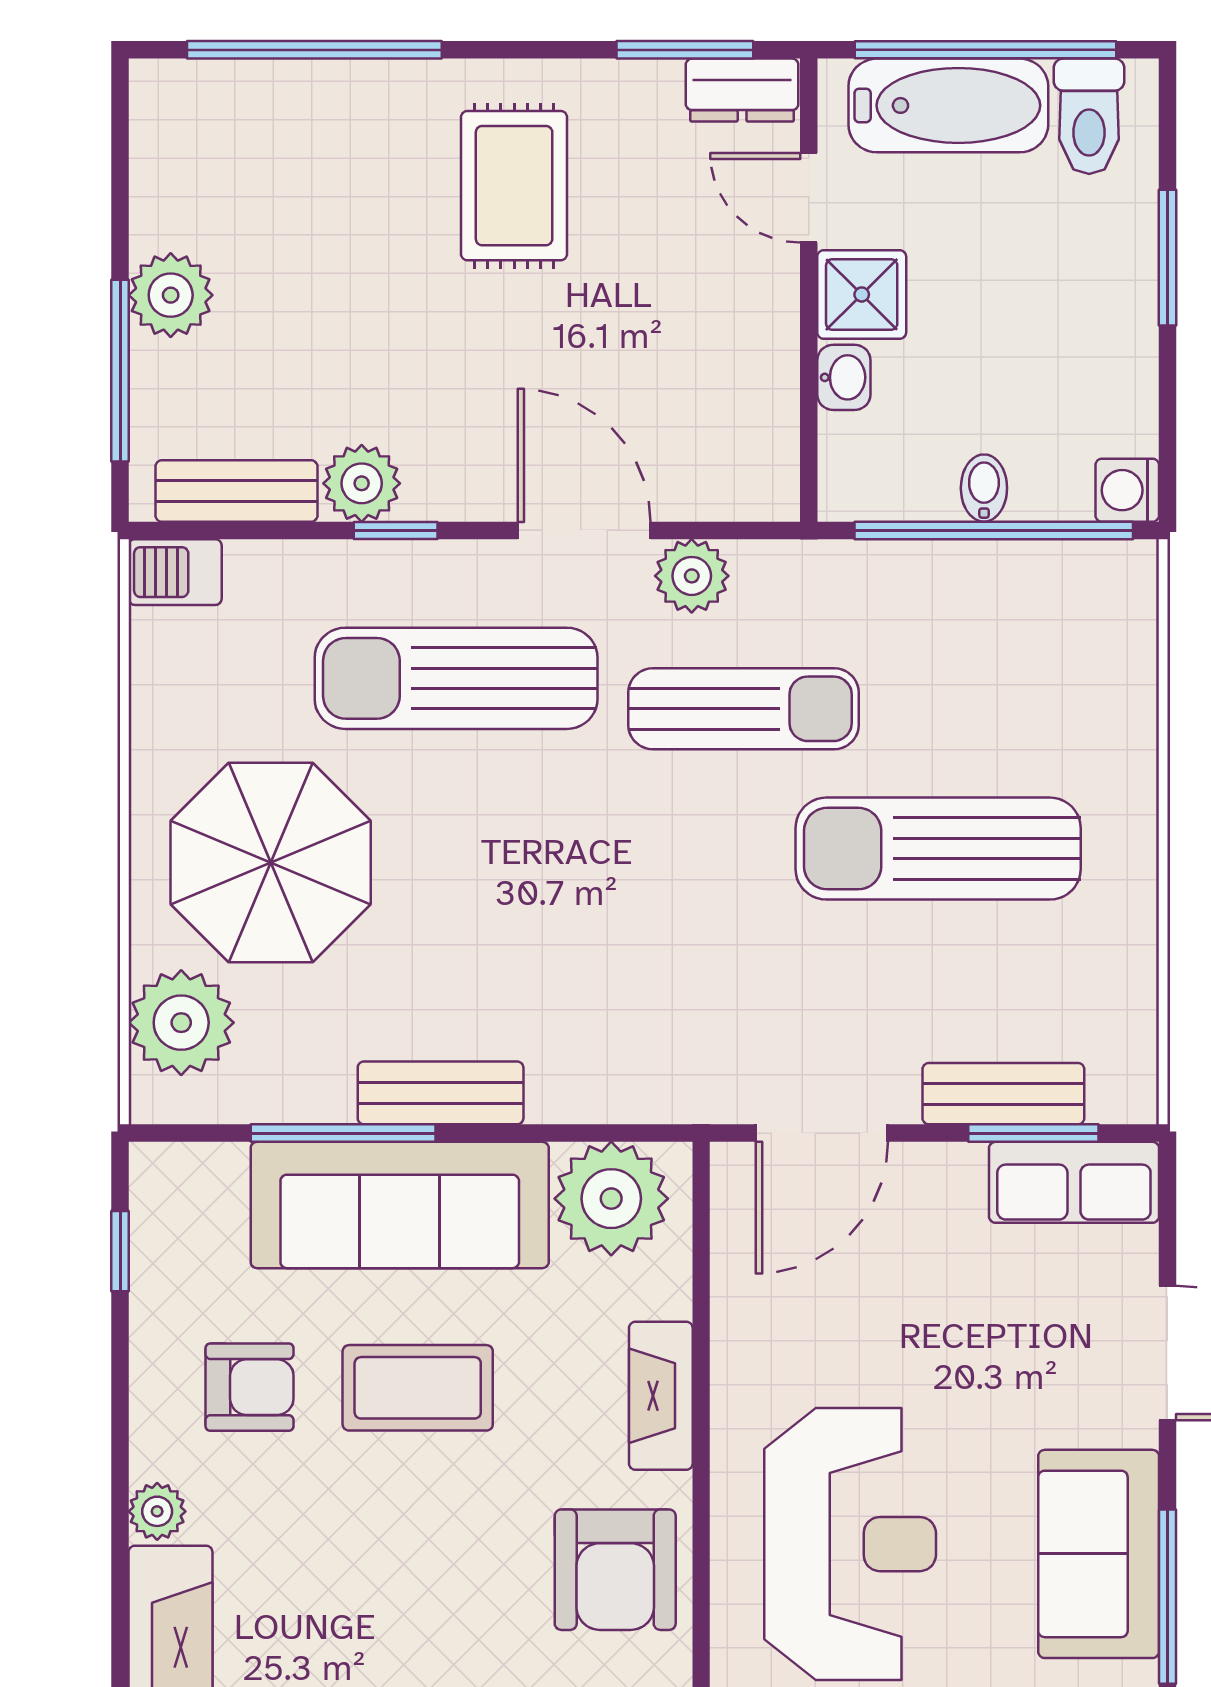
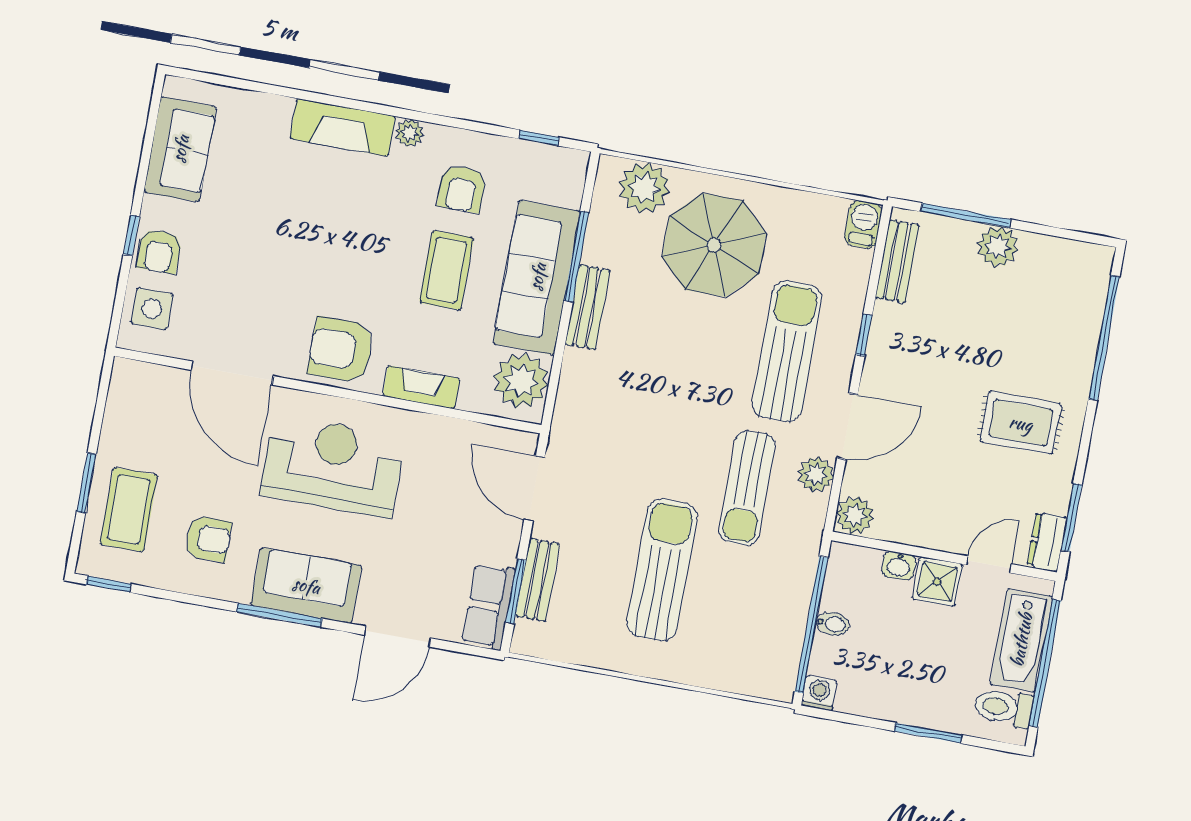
plant: (362, 483) -> (855, 515), moved
reception desk: (850, 1544) -> (333, 466), turned 180

